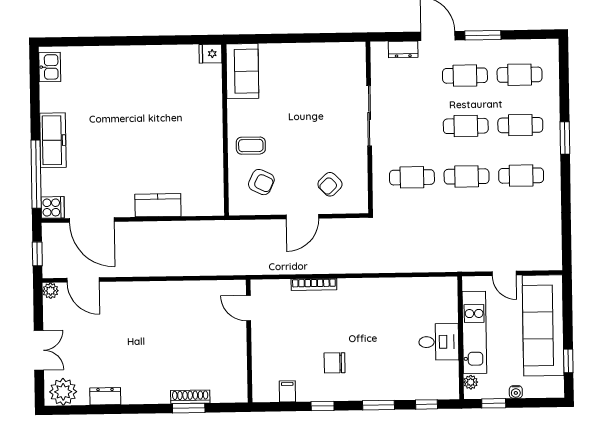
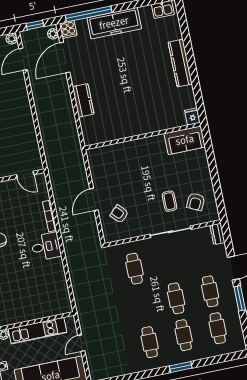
dresser: (403, 49) -> (217, 234), moved
kitchen counter: (131, 57) -> (180, 63), added
freezer: (53, 140) -> (114, 23), width x1.36, depth x1.26
coffee table: (251, 146) -> (169, 201), moved
cafe table: (467, 176) -> (142, 305), removed
armchair: (261, 182) -> (196, 202), moved
door: (302, 217) -> (94, 199), hinge flipped
plant: (55, 230) -> (53, 34), added
door: (249, 308) -> (25, 175), swing flipped
desk: (439, 342) -> (46, 247), moved, turned -90

